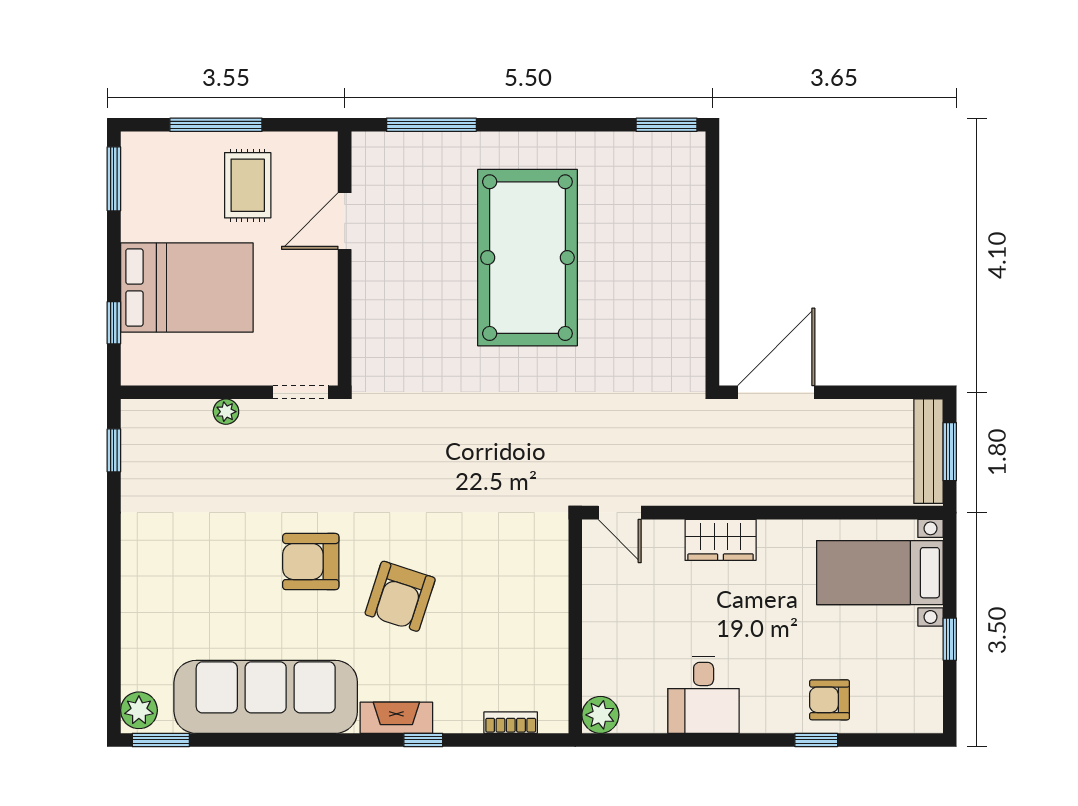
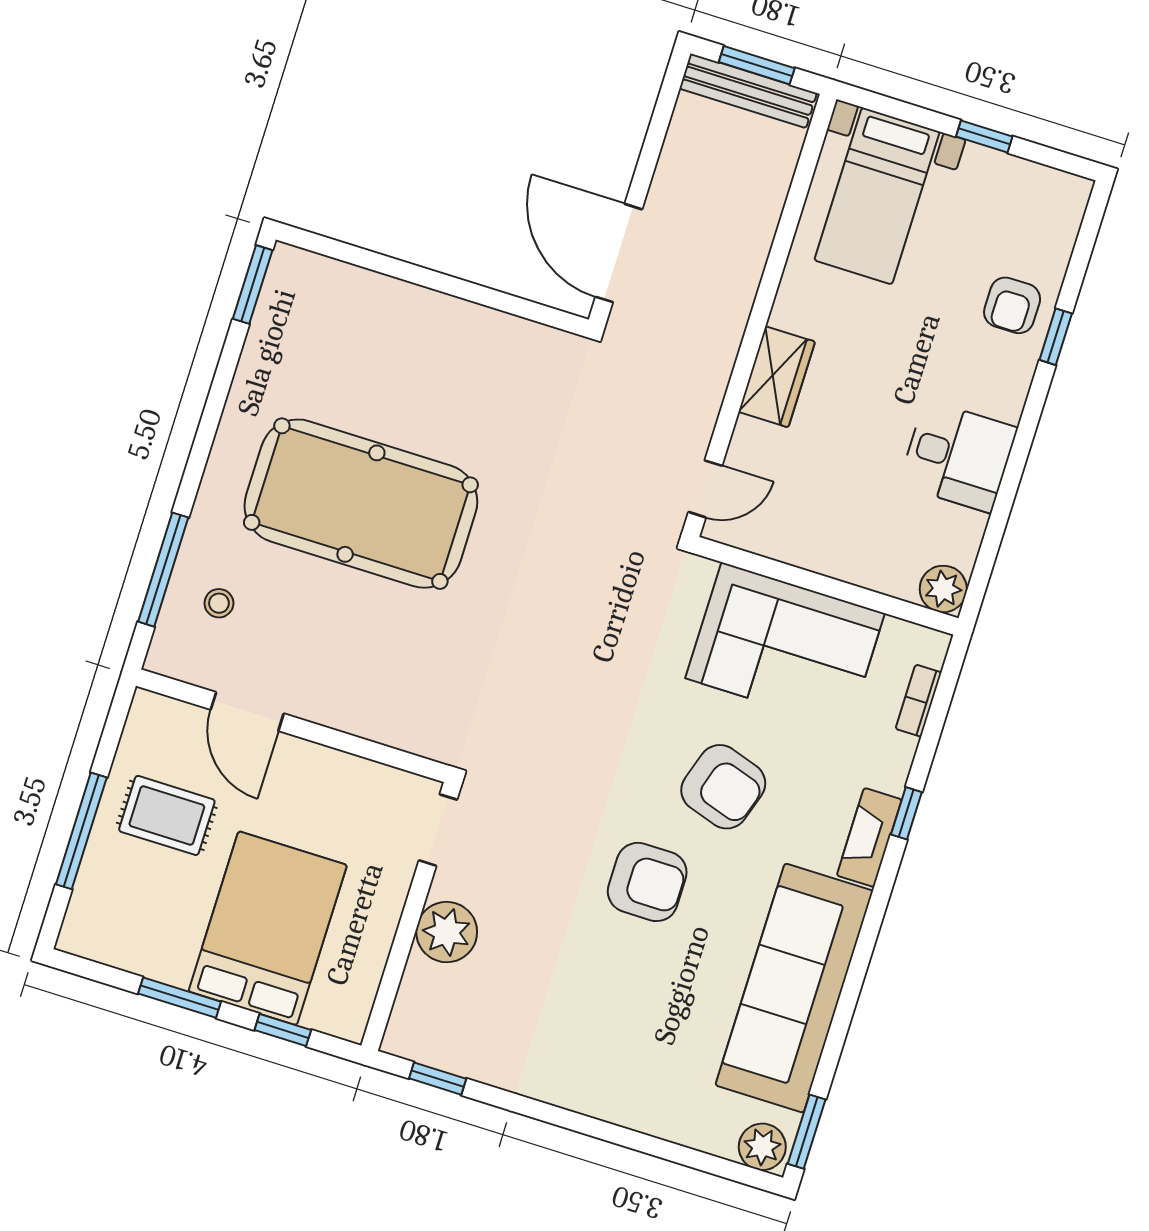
stool: (419, 174) -> (219, 603), added
window: (114, 179) -> (180, 998), moved
plant: (226, 412) -> (447, 932), width x1.88, depth x1.88
armchair: (311, 562) -> (647, 882), turned -90
corner sofa: (521, 609) -> (785, 646), added

